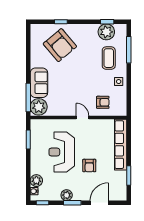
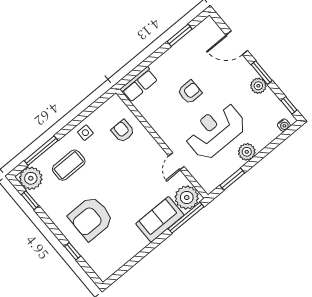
plant: (106, 32) -> (31, 178), moved
armchair: (60, 45) -> (91, 218), moved, turned -140
door: (83, 118) -> (176, 161), moved
row of seats: (121, 145) -> (139, 84), width x0.50
reception desk: (62, 152) -> (215, 131), turned 180
armchair: (89, 166) -> (190, 92), moved
plant: (36, 181) -> (247, 152), moved

